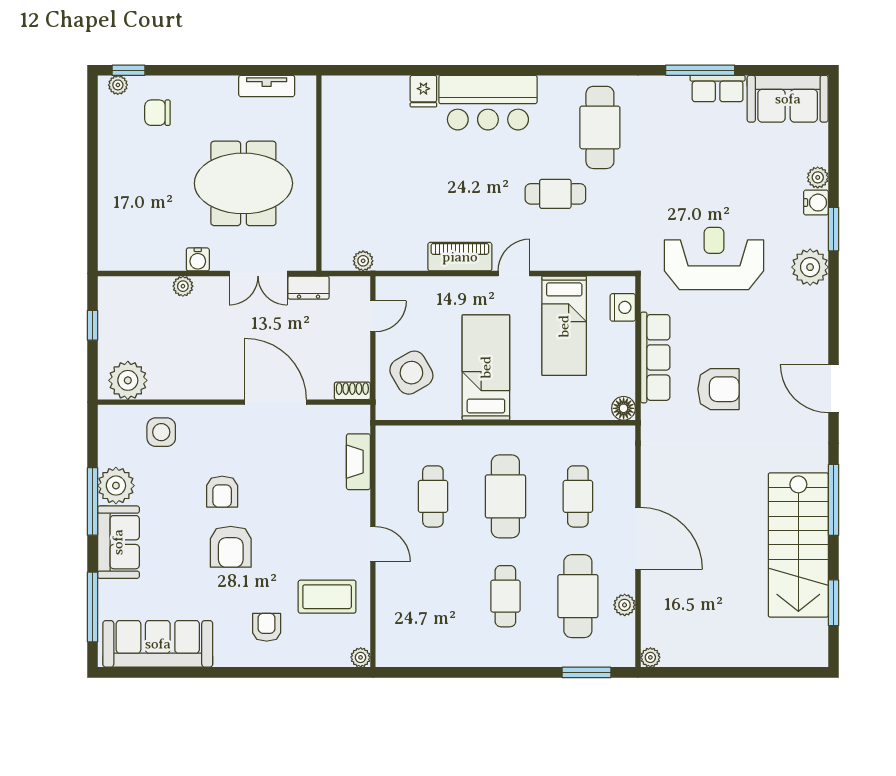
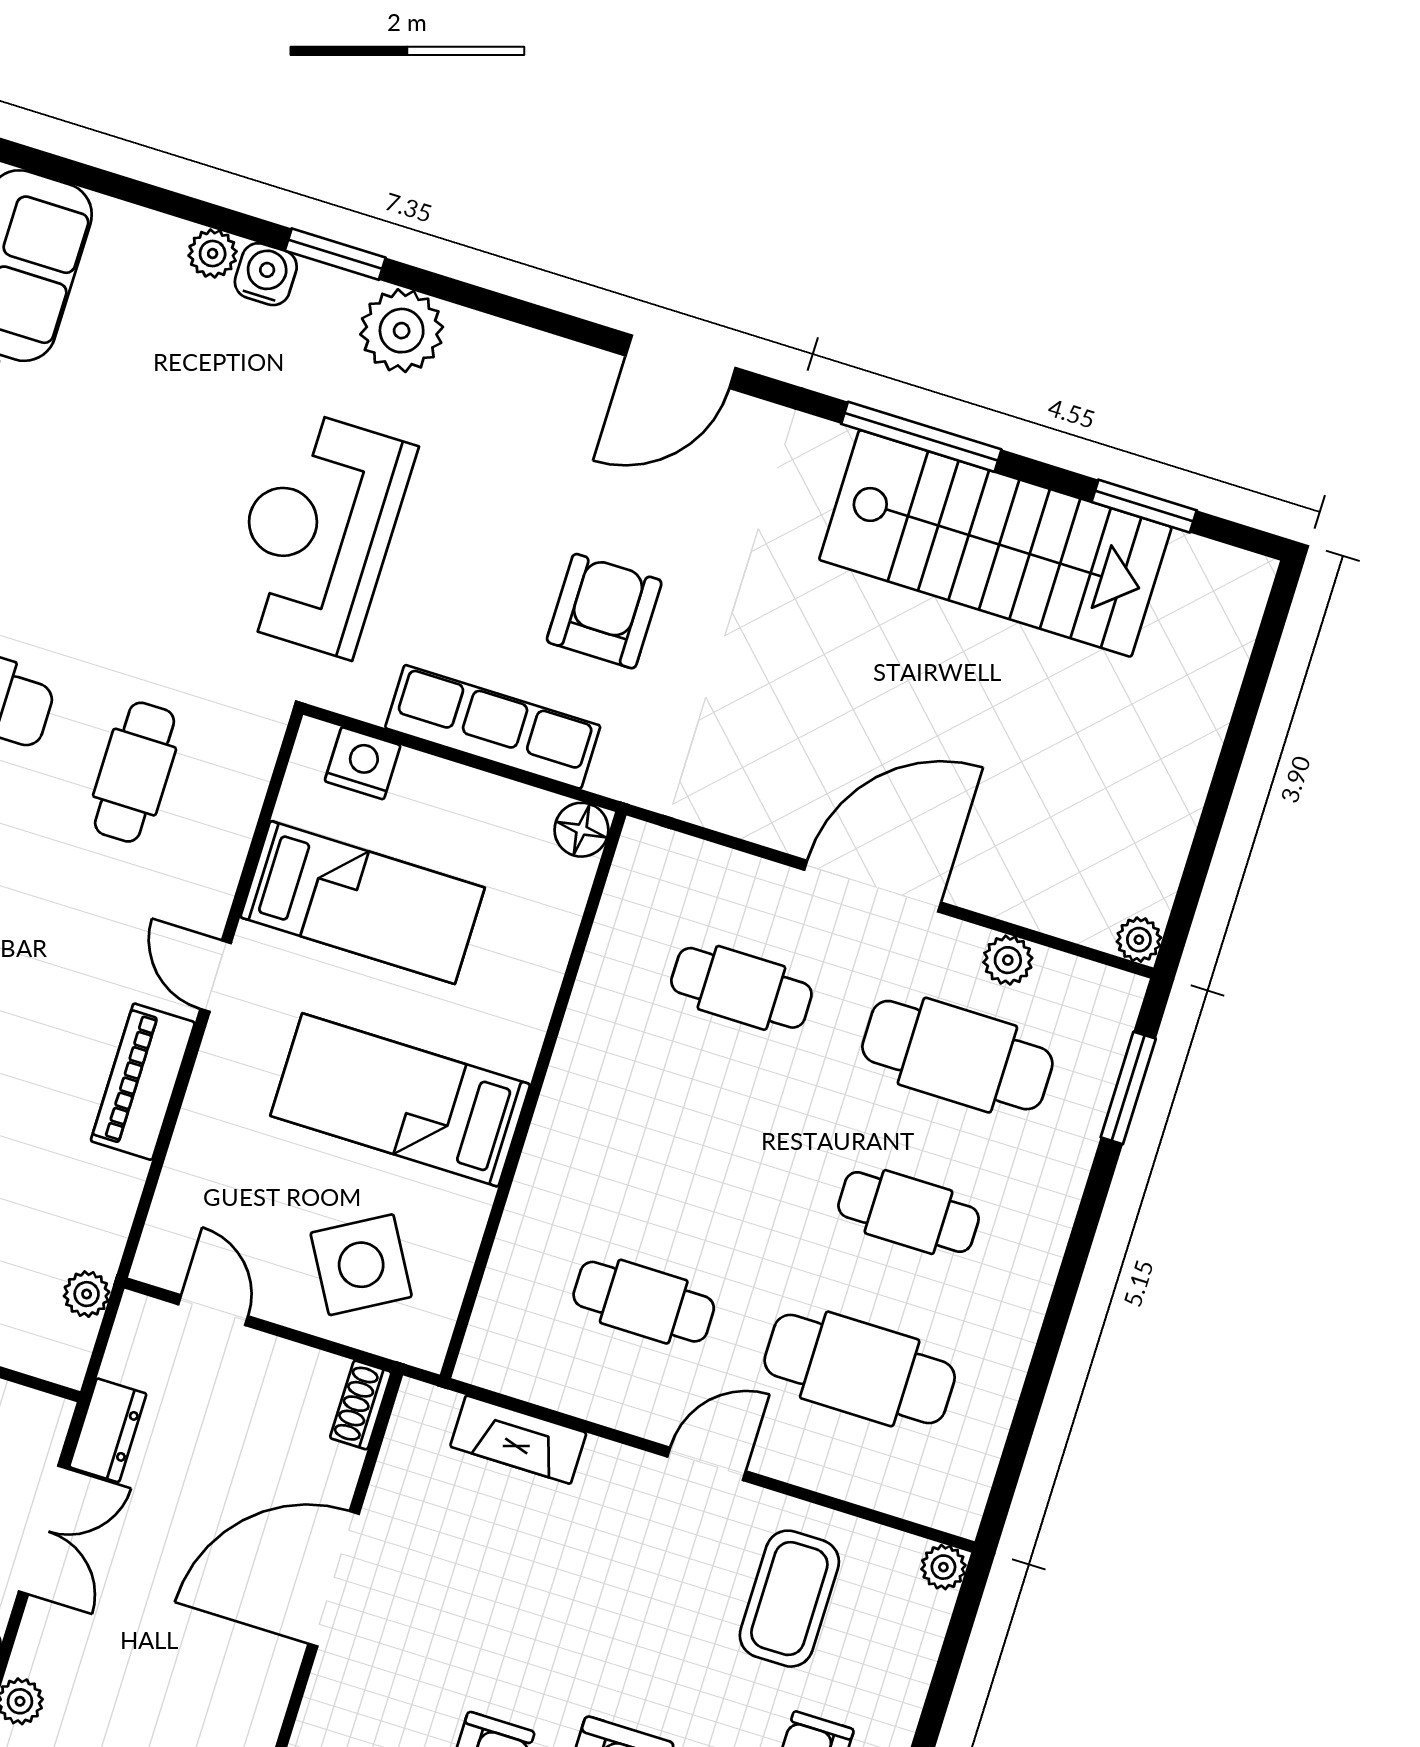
cafe table: (555, 194) -> (135, 772), moved
cafe table: (505, 496) -> (860, 1369), moved

